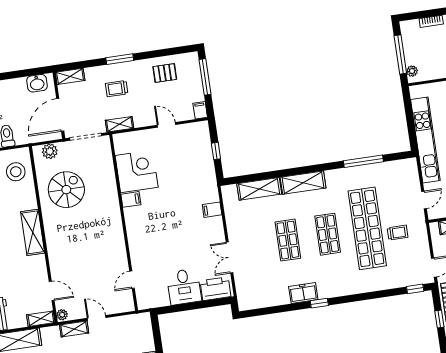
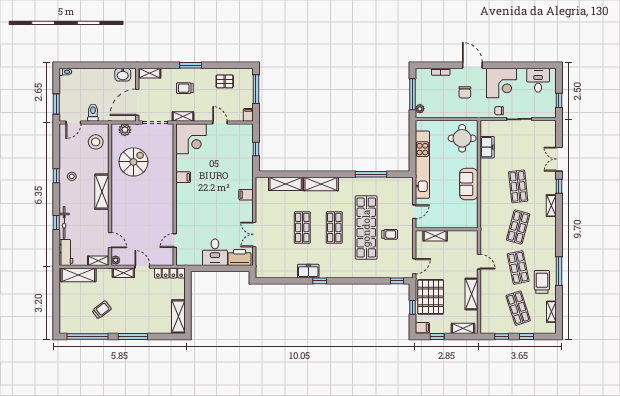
corner desk: (137, 171) -> (191, 139), moved, turned 90
locker: (131, 321) -> (170, 273), added

